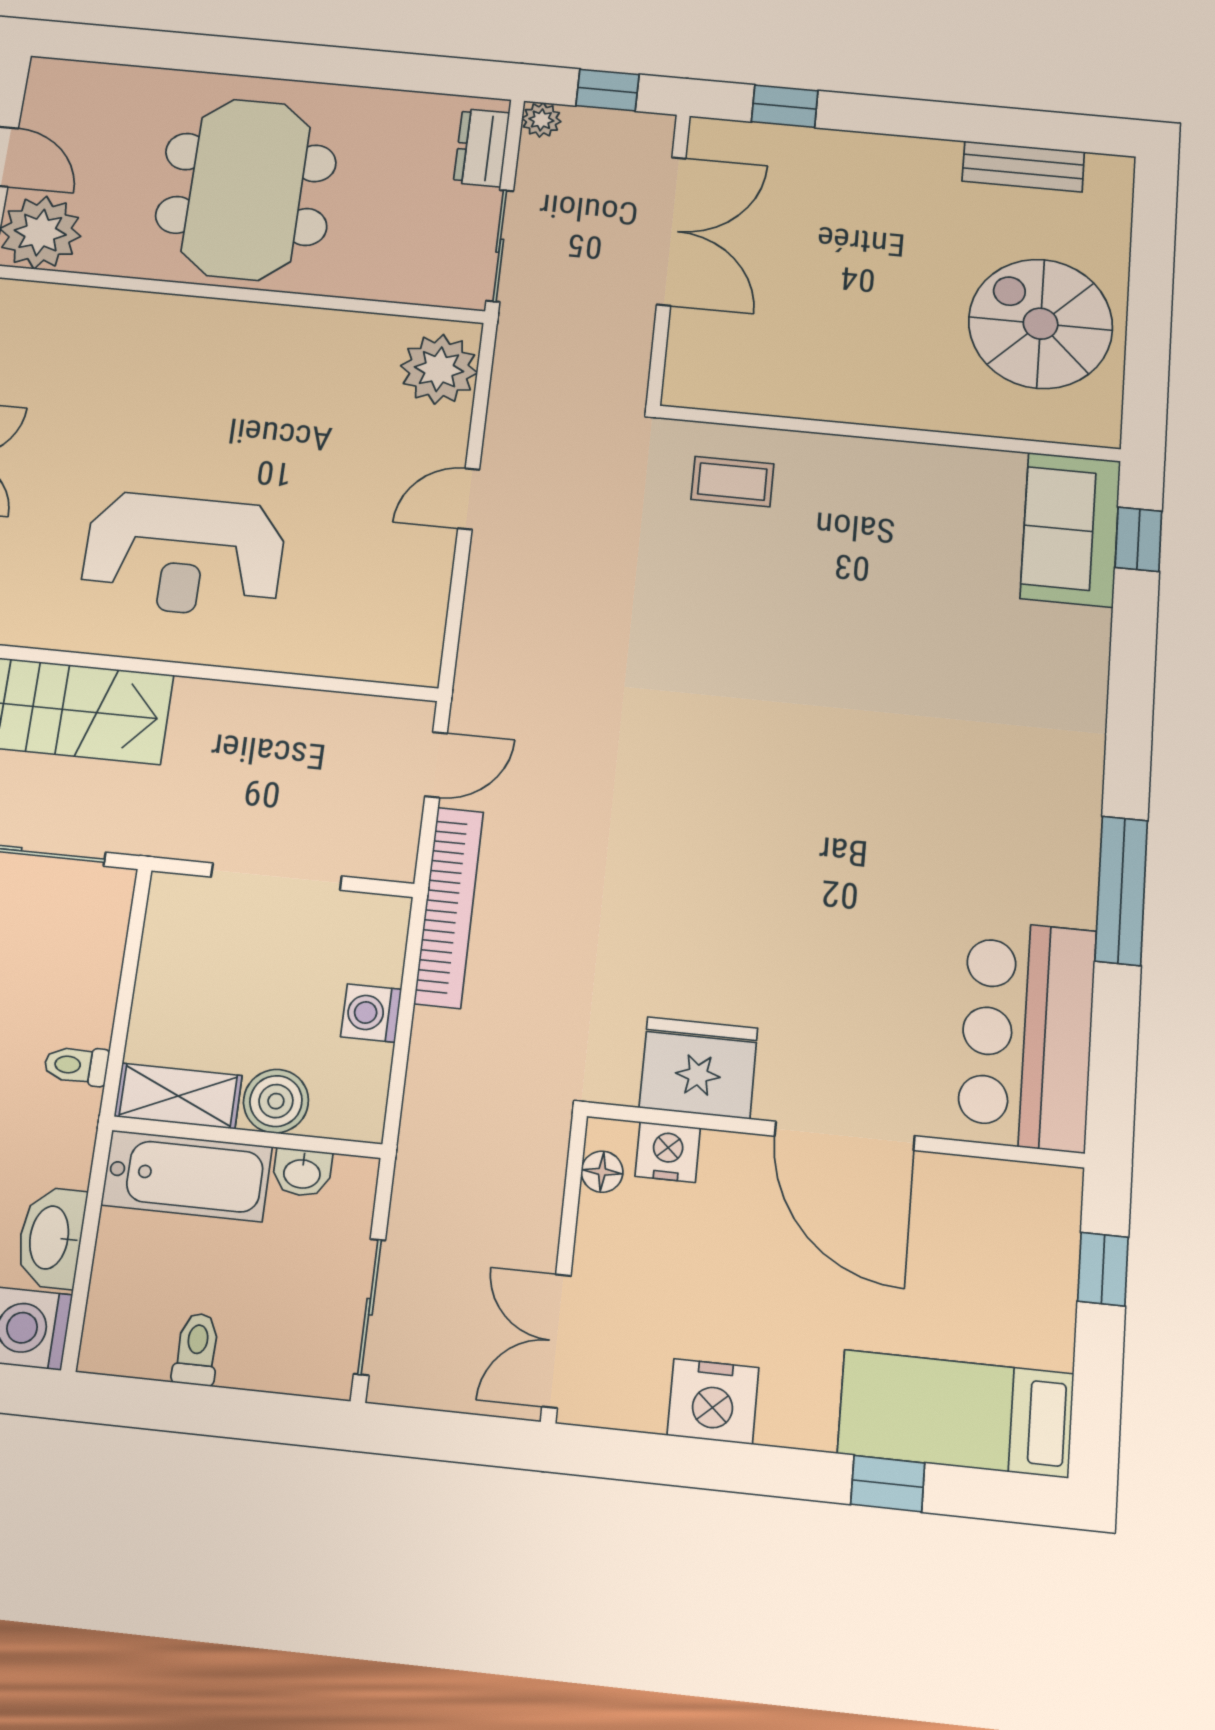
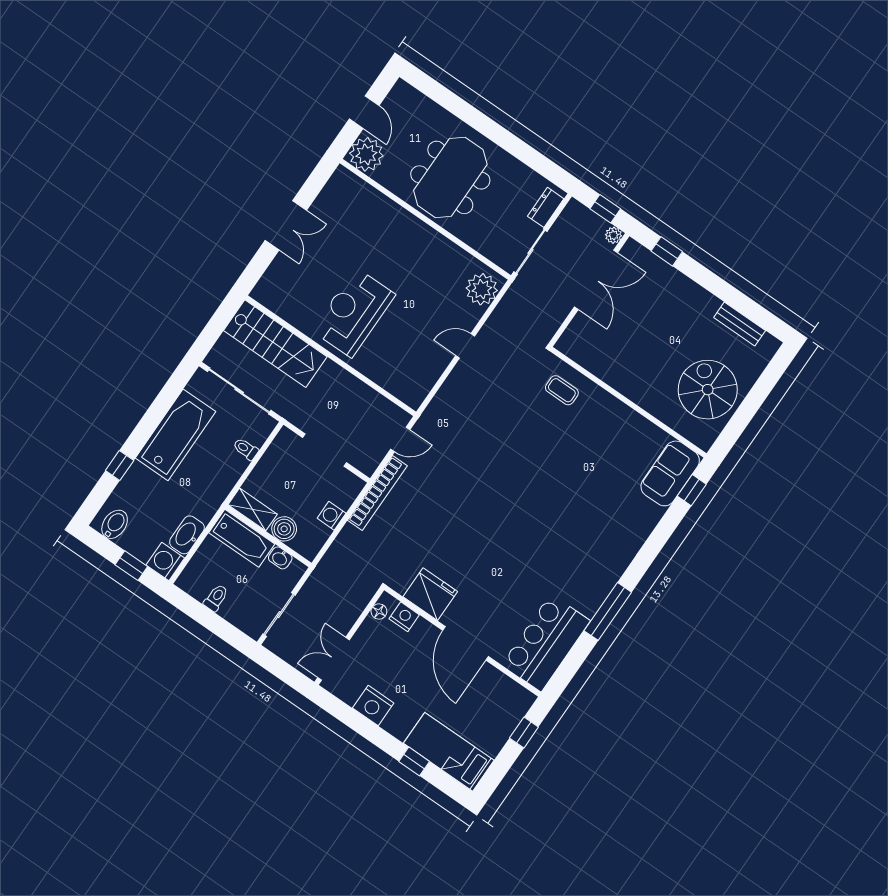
plant: (541, 120) -> (613, 235), moved
reception desk: (184, 555) -> (354, 313), turned 90
toilet: (76, 1065) -> (246, 449), moved

